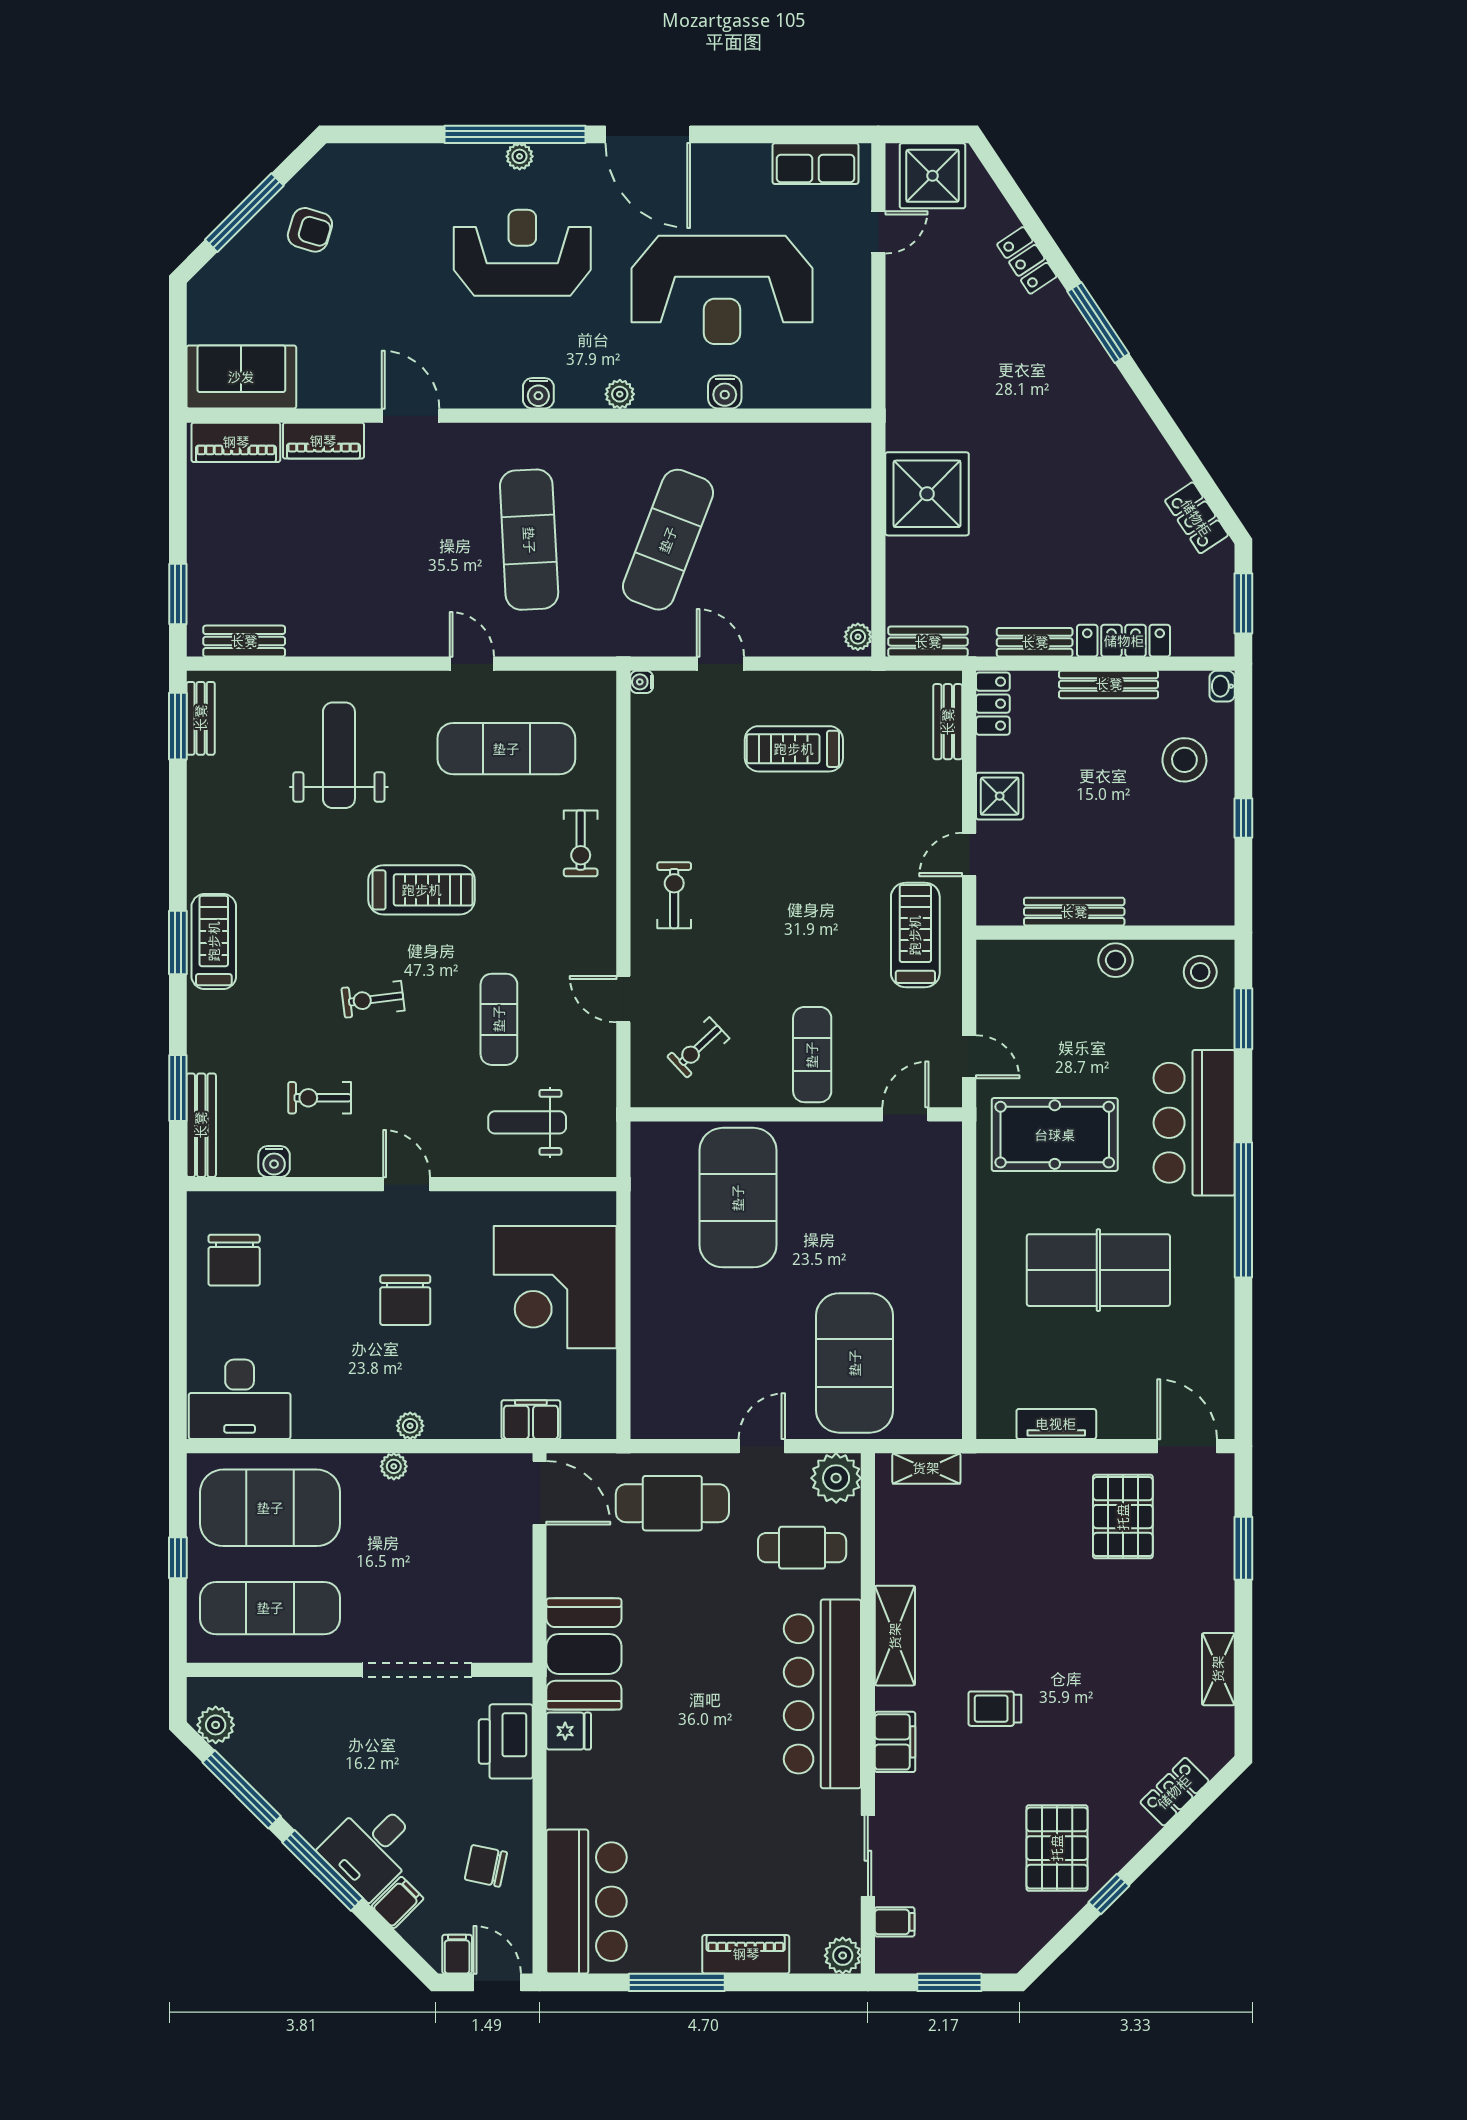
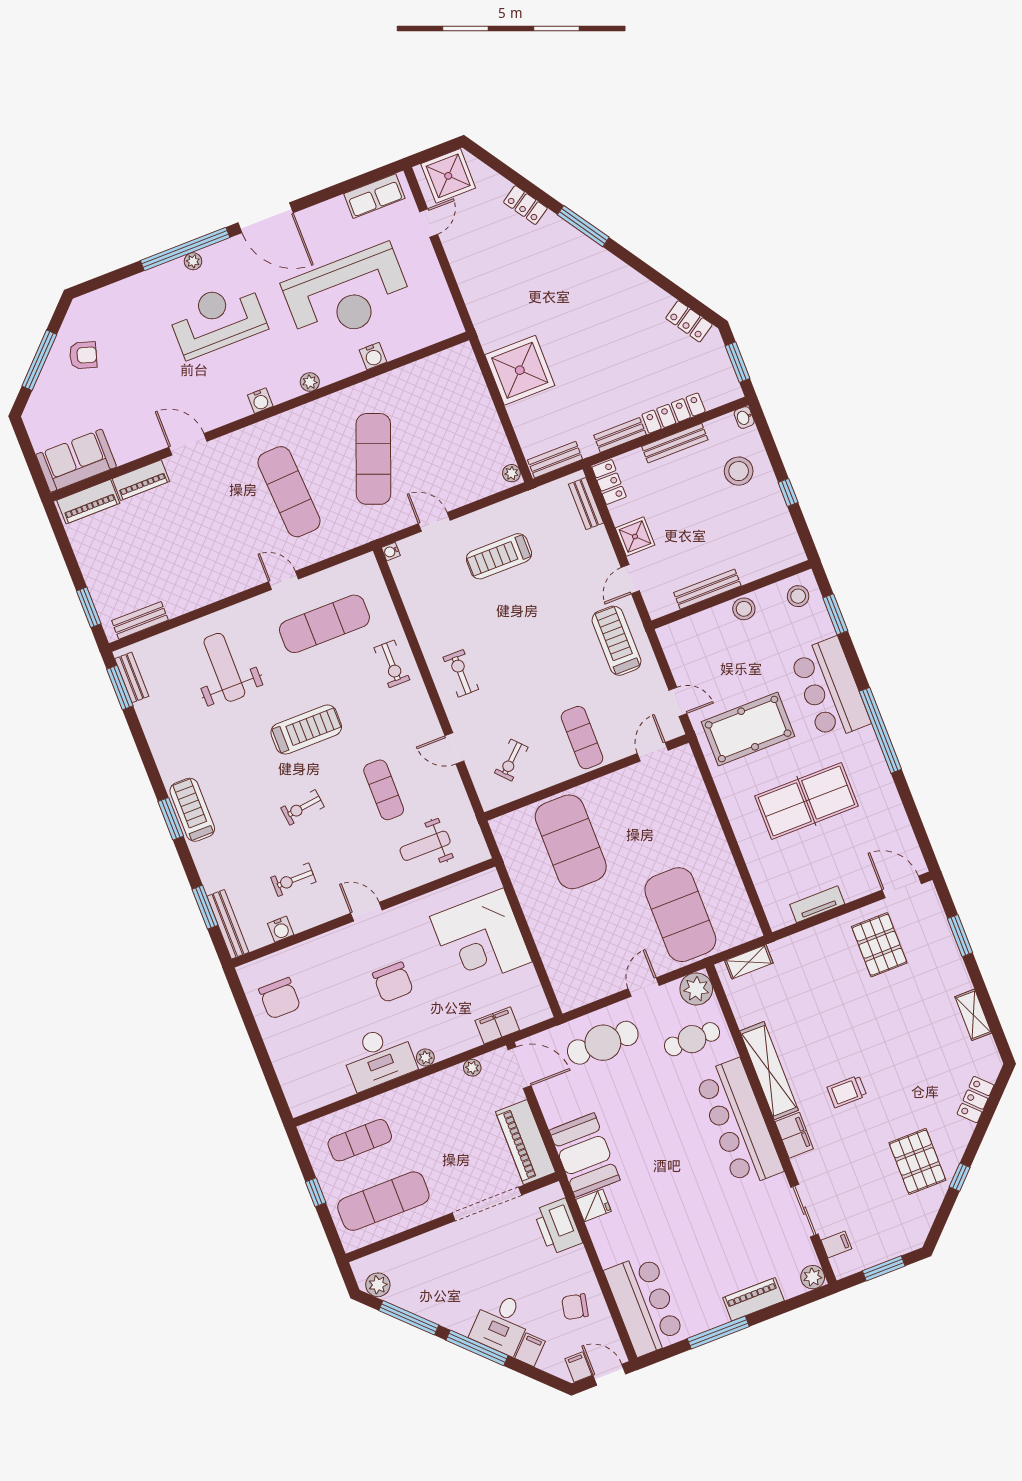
desk: (240, 1399) -> (379, 1057), moved
plant: (394, 1466) -> (472, 1068), moved
exercise mat: (270, 1508) -> (360, 1140), width x0.50, depth x0.69
piano: (506, 1603) -> (525, 1142), added
shelving: (895, 1636) -> (769, 1071), width x1.47

